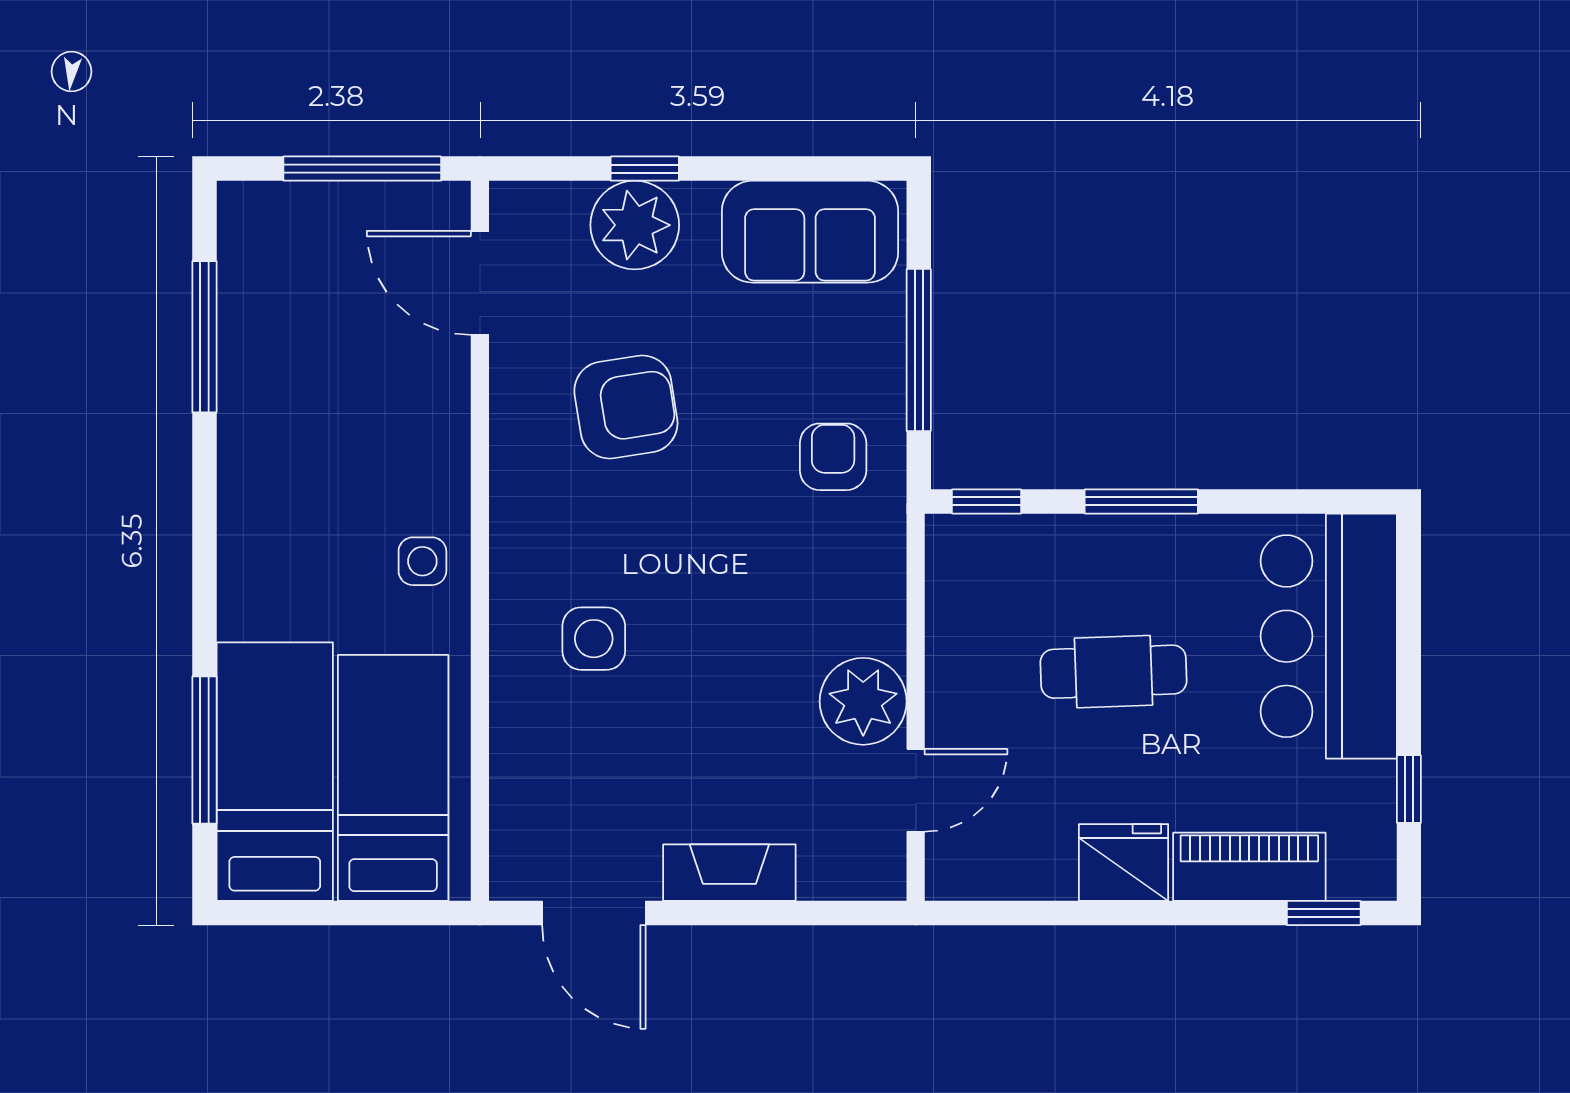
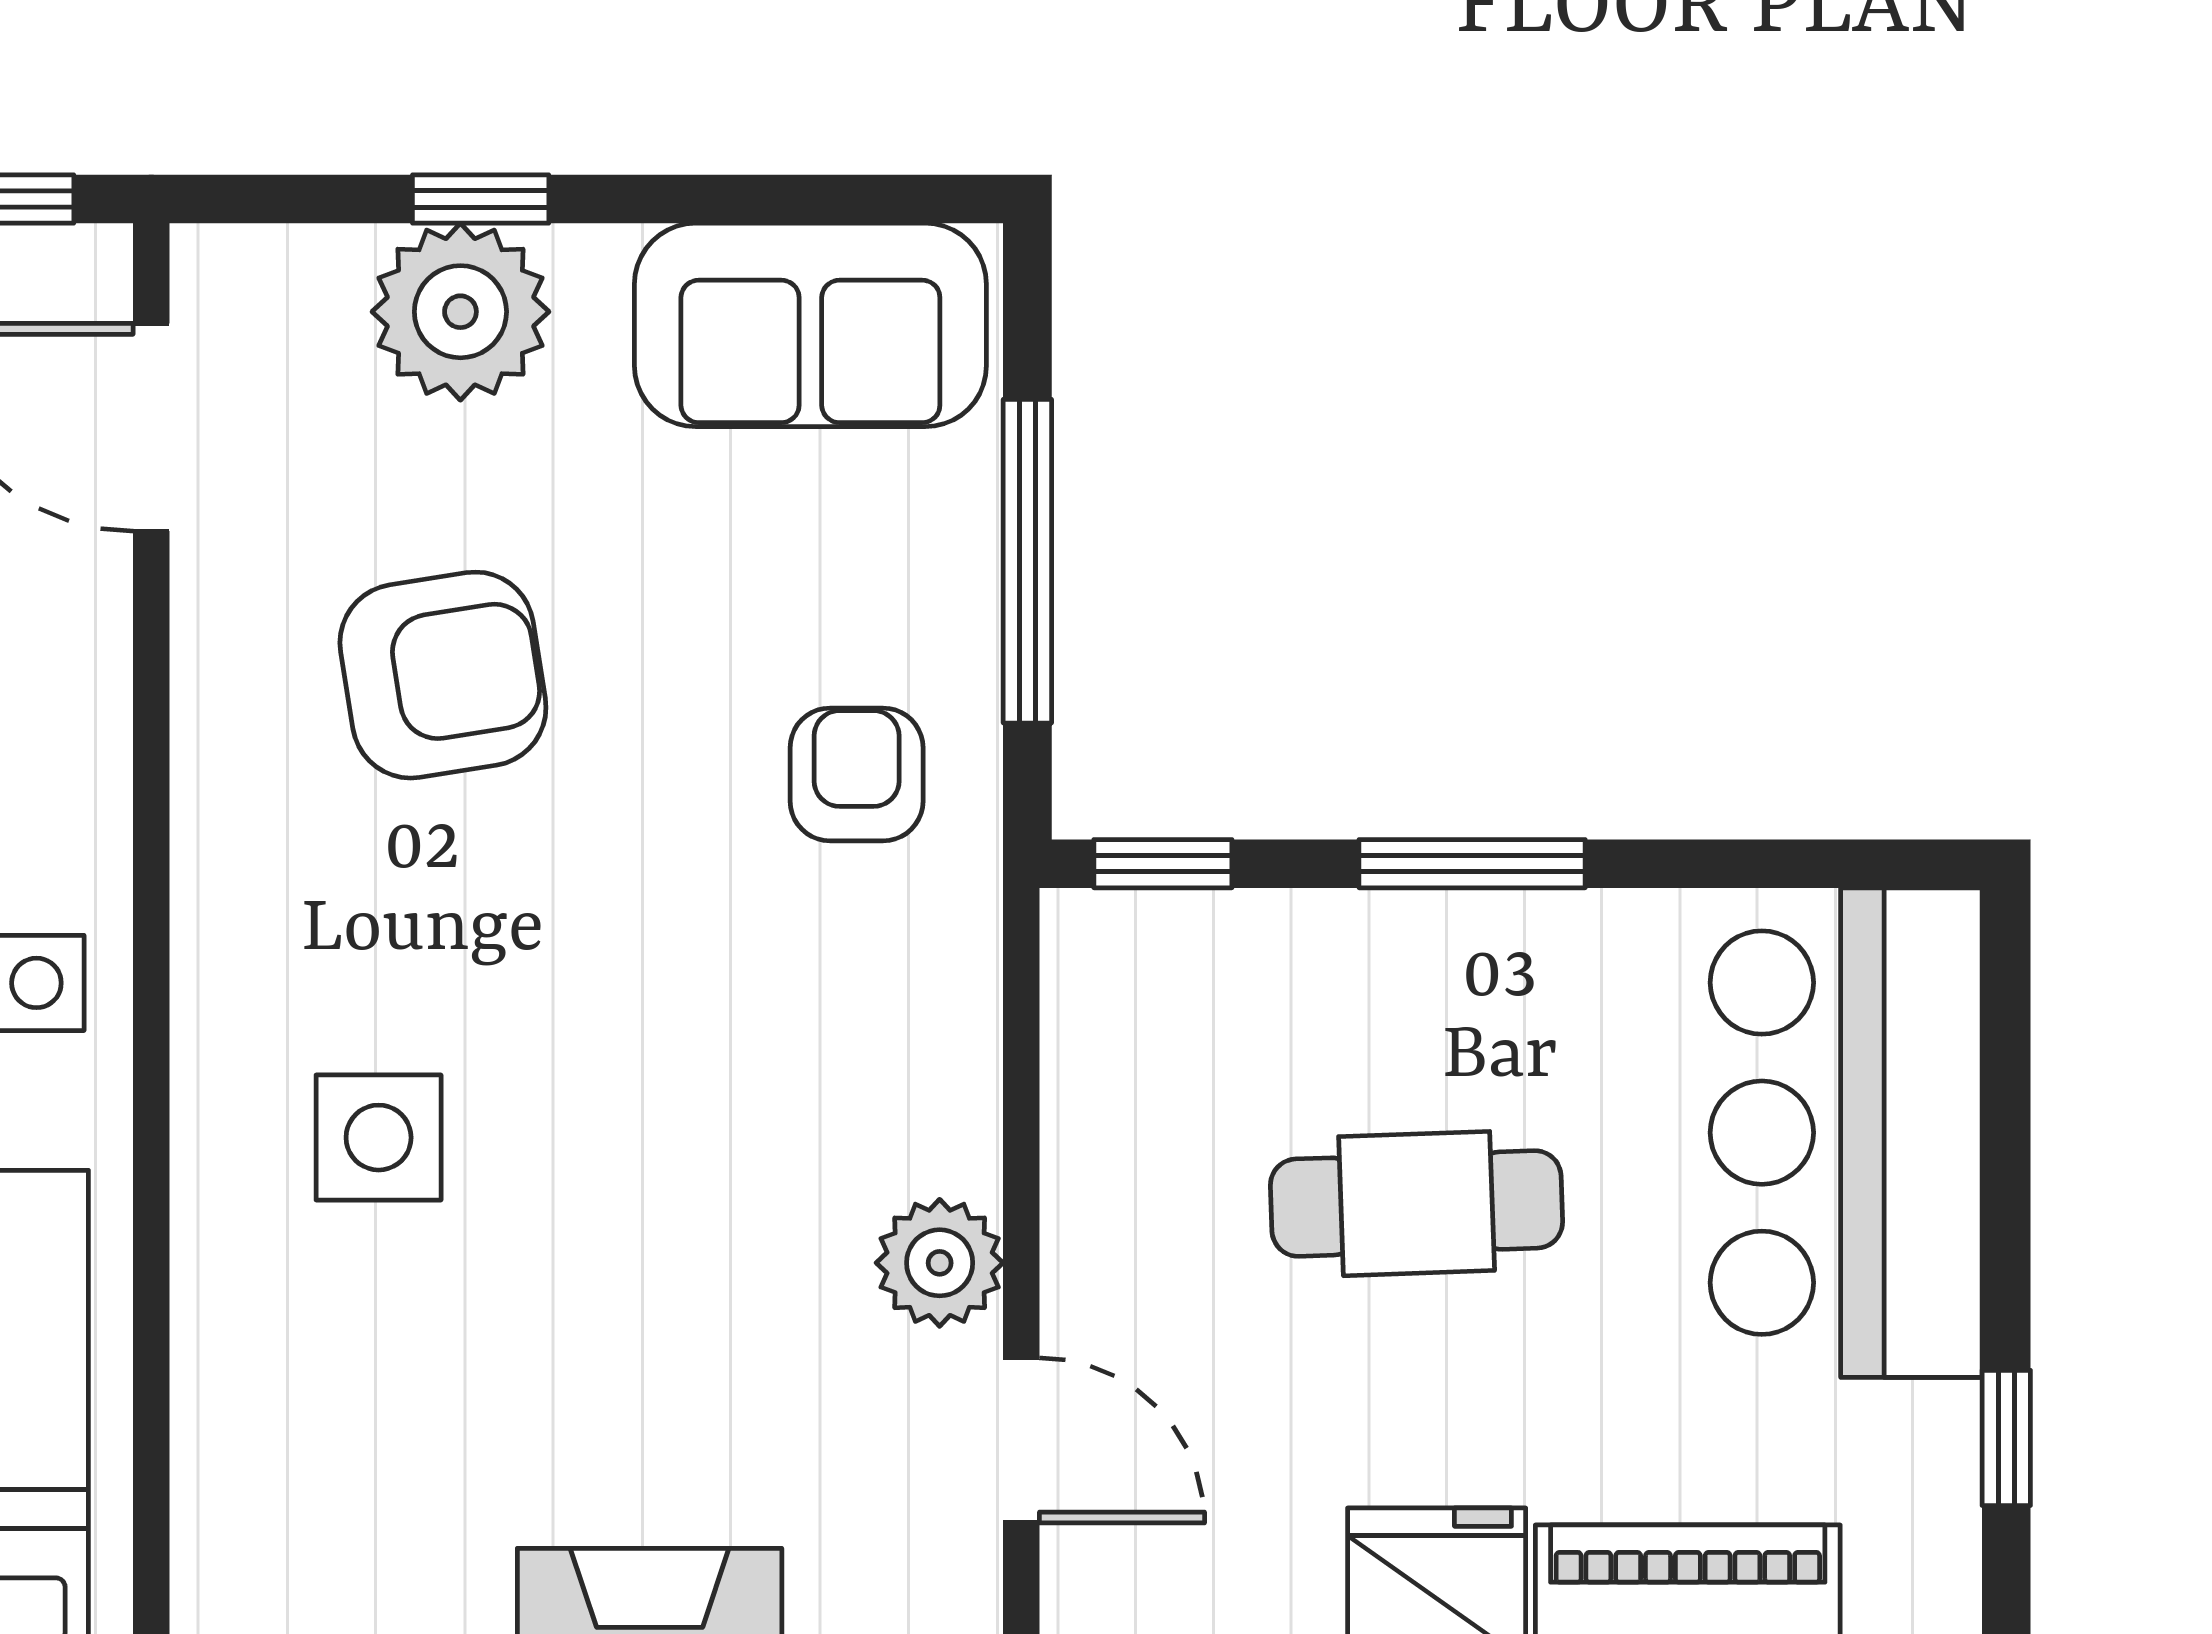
plant: (863, 701) -> (940, 1263), width x0.73, depth x0.73
door: (916, 790) -> (1021, 1440), hinge flipped

